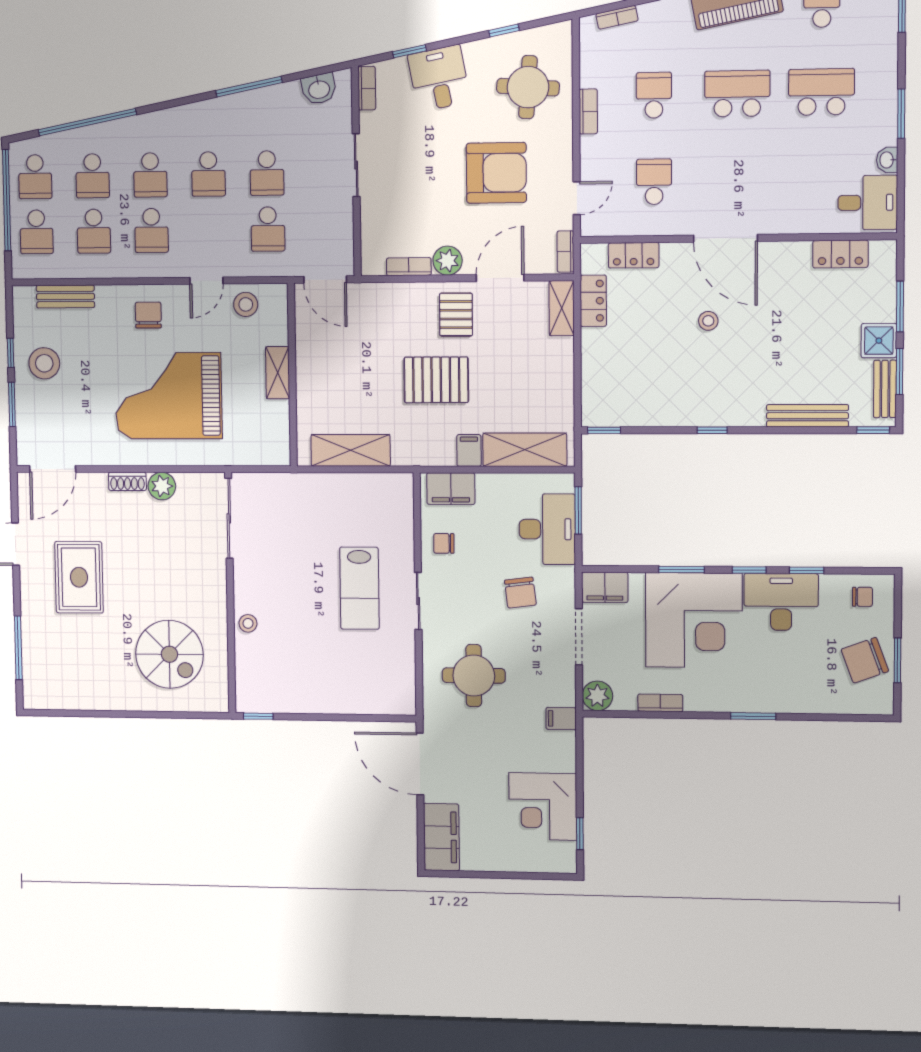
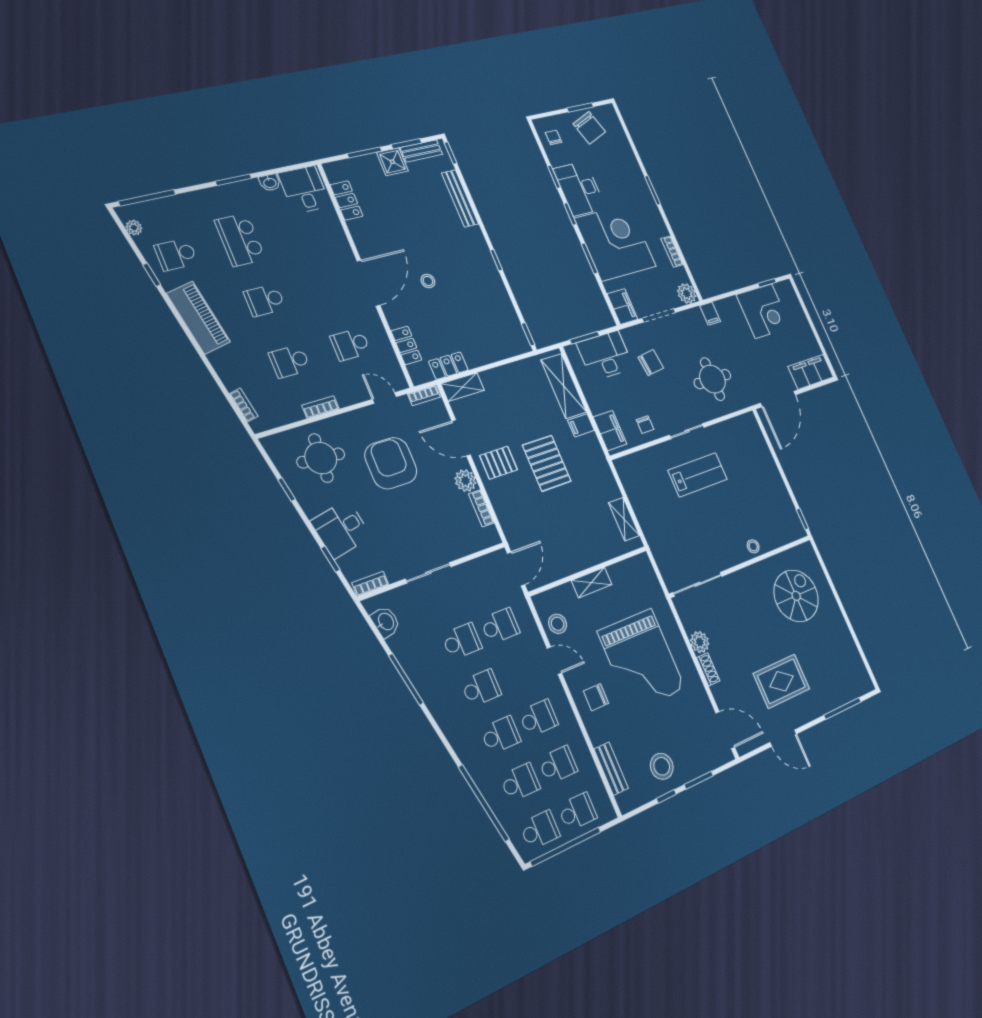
school desk: (737, 94) -> (265, 300), width x0.54
shelving: (351, 450) -> (624, 519), width x0.67, depth x0.75

